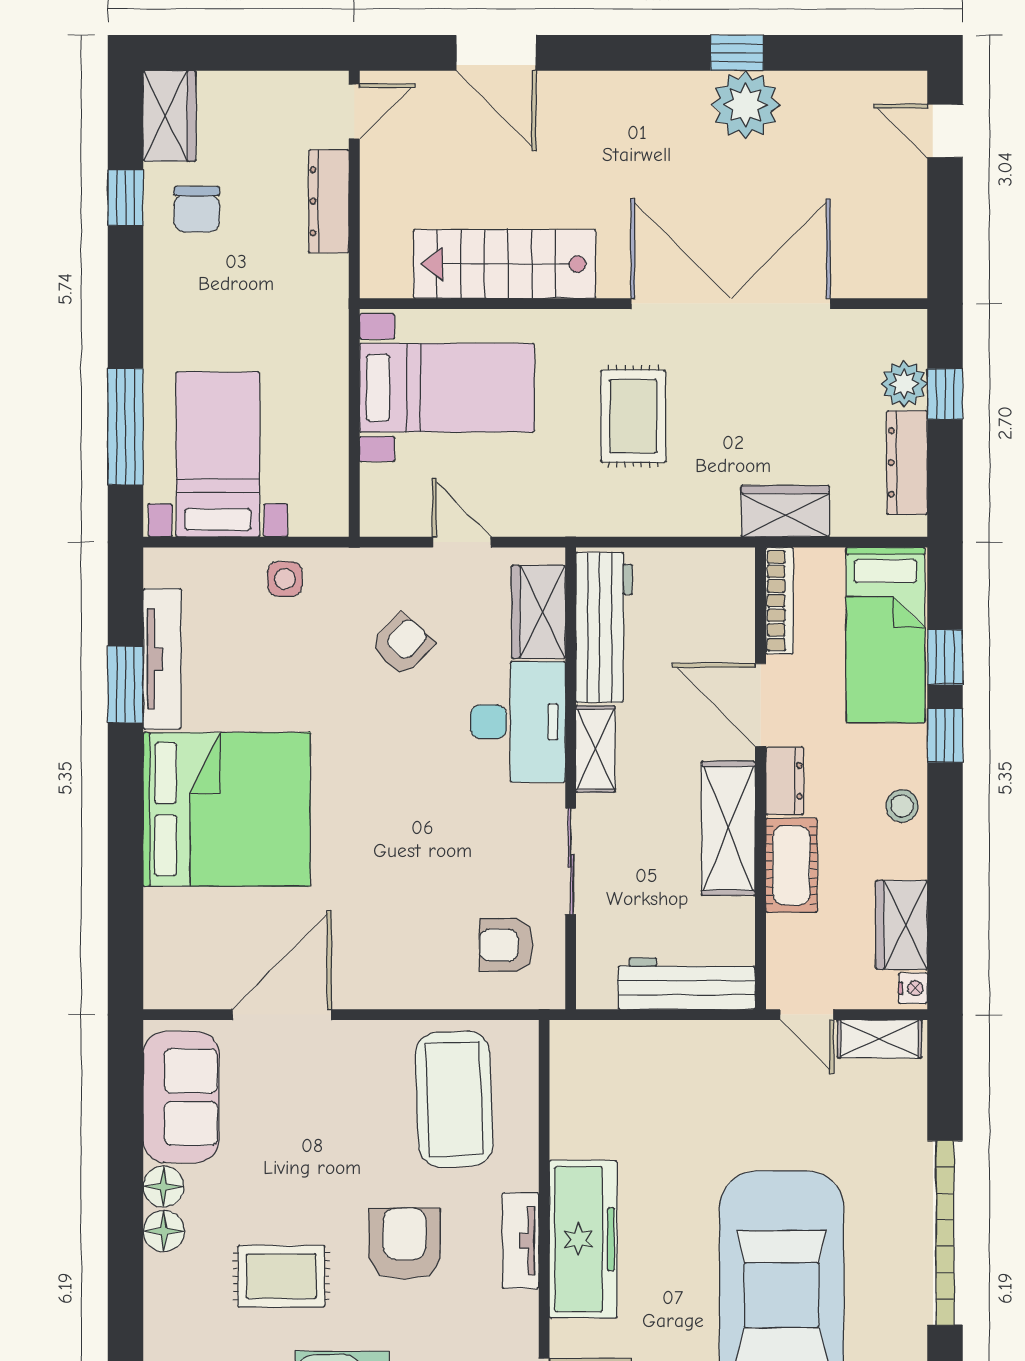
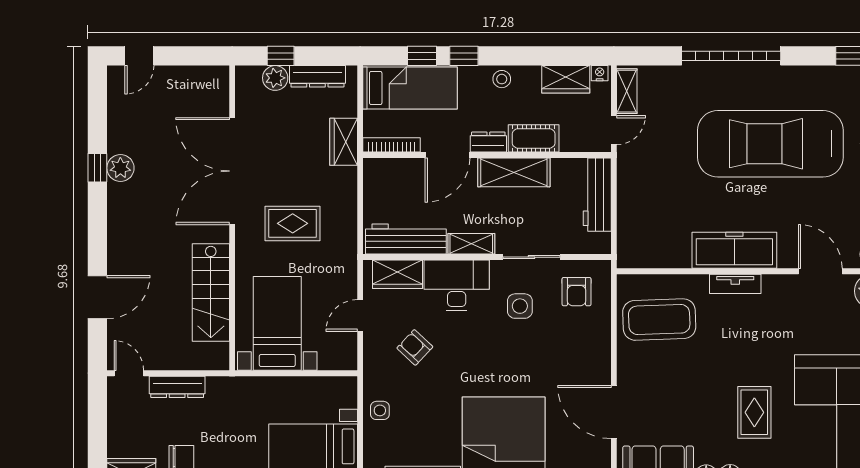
plant: (746, 105) -> (120, 168), width x0.73, depth x0.73
side table: (479, 840) -> (520, 306), added
armchair: (405, 1244) -> (737, 346), removed

